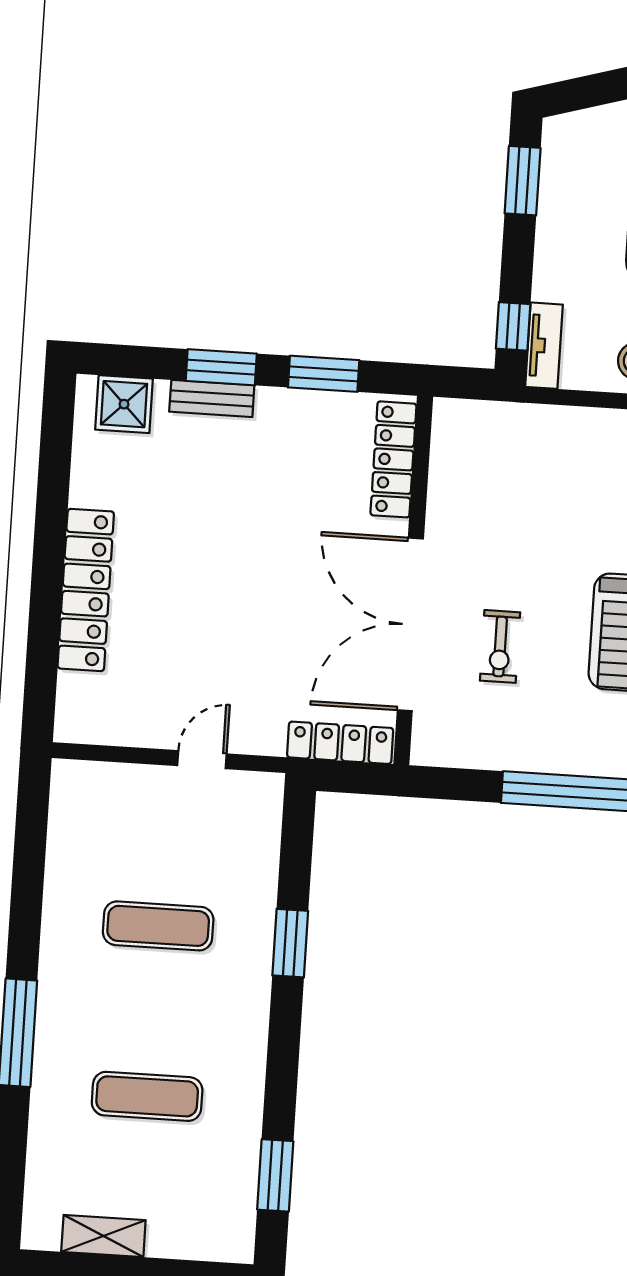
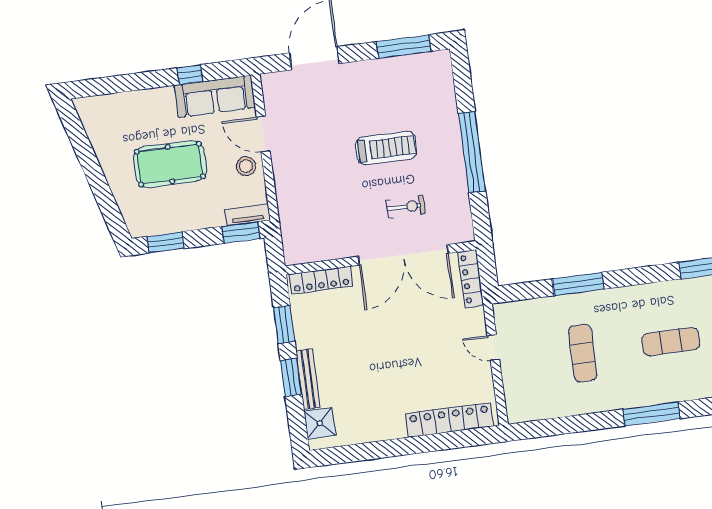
window: (513, 326) -> (241, 233), width x1.50
bench: (212, 398) -> (308, 379), width x1.36
locker: (86, 590) -> (449, 420), moved
window: (290, 943) -> (578, 284), width x1.44
exercise mat: (147, 1096) -> (671, 342), turned 90

